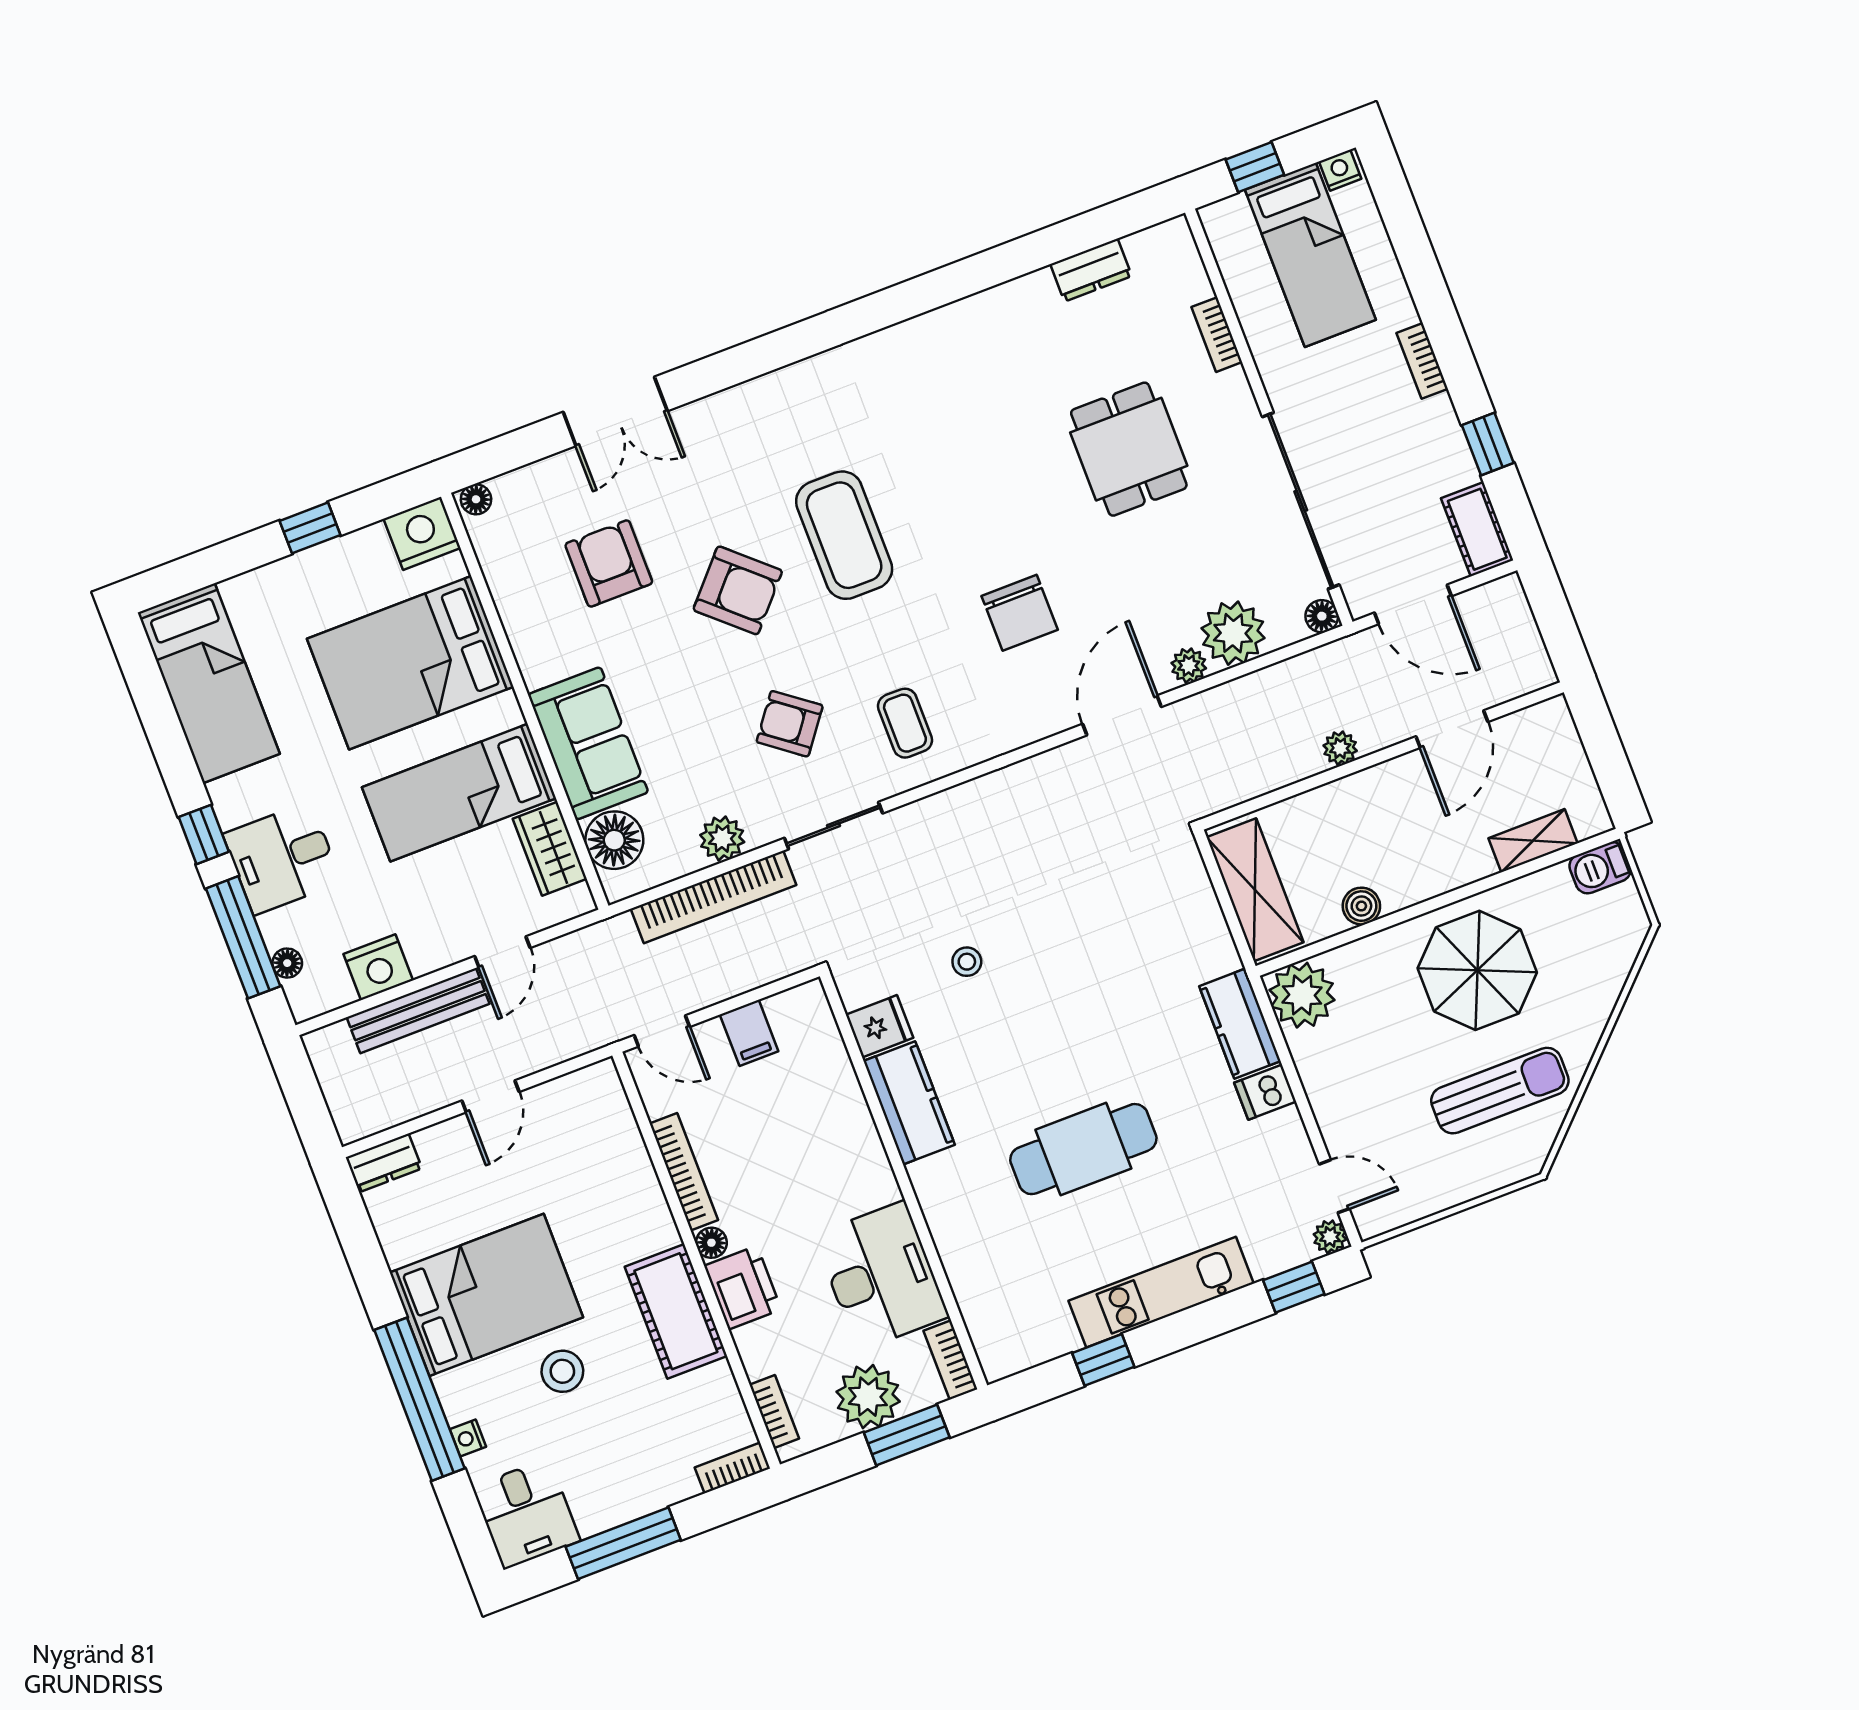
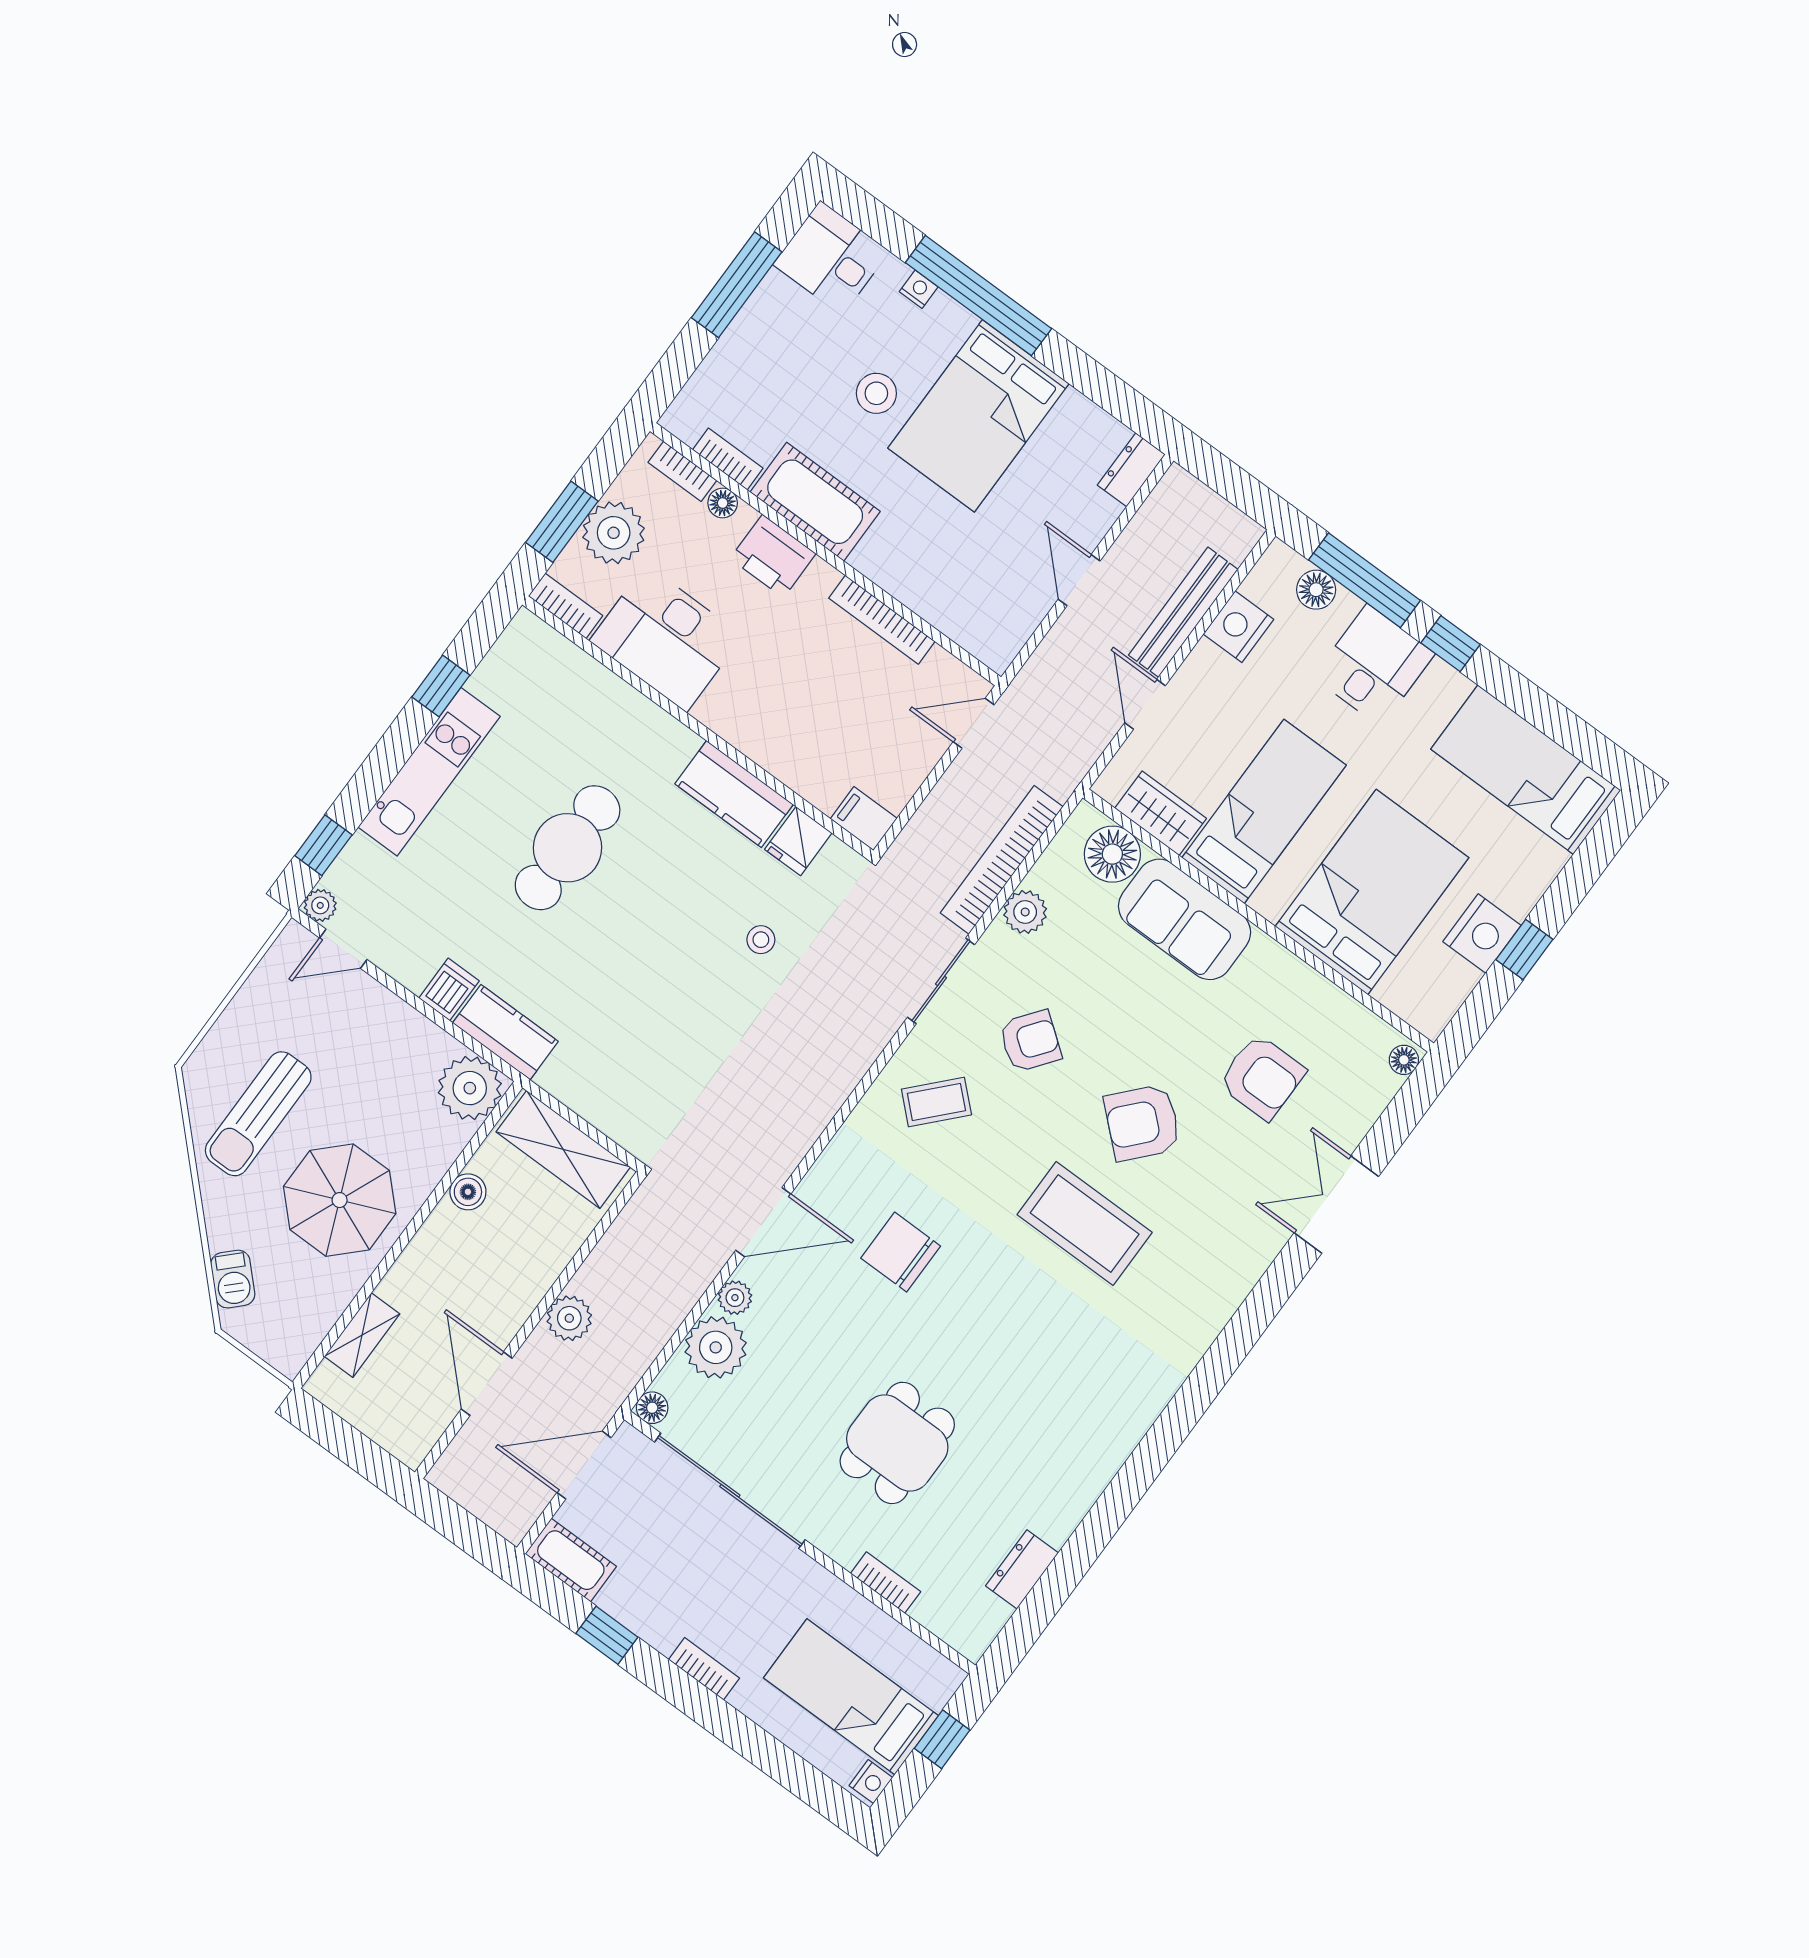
dining table: (1129, 449) -> (897, 1443), turned 90
nightstand: (422, 533) -> (1482, 933), moved
door: (1122, 715) -> (763, 1222), hinge flipped
coffee table: (905, 723) -> (936, 1102), turned -47
plant: (1340, 748) -> (569, 1318), width x1.38, depth x1.38
barbecue: (1600, 868) -> (233, 1279), moved, turned 135
floor lamp: (287, 963) -> (1316, 590), width x1.37, depth x1.37
filing cabinet: (749, 1033) -> (864, 819), moved
floor lamp: (711, 1243) -> (723, 503), moved
bookcase: (732, 1468) -> (728, 459), moved, turned -90

